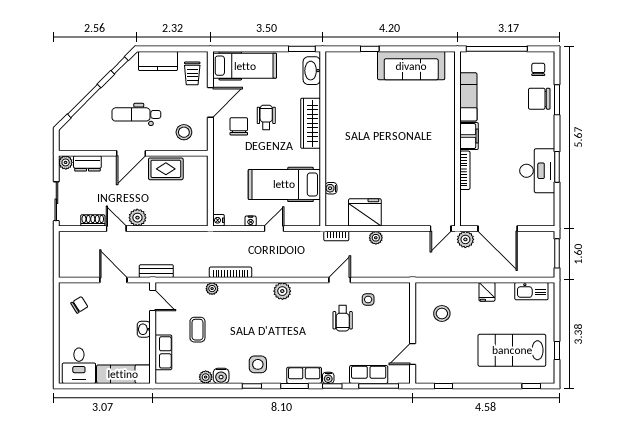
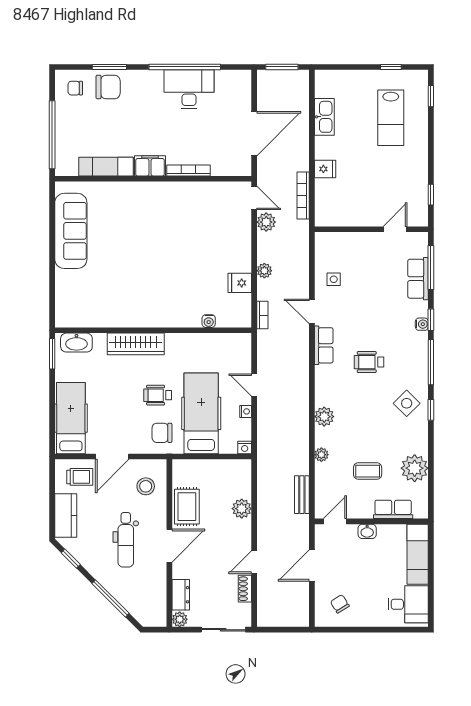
window: (370, 49) -> (52, 277), removed
chair: (539, 99) -> (108, 87), turned -90
door: (210, 102) -> (112, 457), swing flipped
wheelchair: (266, 117) -> (158, 395), moved
chair: (239, 126) -> (162, 433), moved
door: (131, 153) -> (169, 546), hinge flipped
window: (557, 167) -> (185, 67), width x2.11
hospital bed: (284, 184) -> (201, 413), moved, turned 180
fridge: (365, 212) -> (240, 283), width x0.53, depth x0.75
plant: (137, 218) -> (242, 509), moved
plant: (465, 239) -> (266, 222), moved
bench: (156, 271) -> (302, 495), moved
bookcase: (231, 272) -> (303, 195), moved
plant: (282, 291) -> (324, 417), moved
kitchen sink: (531, 291) -> (324, 117), moved
fridge: (487, 292) -> (325, 169), moved
stool: (442, 313) -> (349, 196), removed
wheelchair: (343, 318) -> (369, 362), moved, turned 180
lab bench: (512, 350) -> (391, 118), width x0.73, depth x0.72
door: (413, 354) -> (395, 229), swing flipped
side table: (258, 364) -> (407, 403), turned 45
row of seats: (304, 375) -> (324, 345), moved, turned 180
water cooler: (221, 376) -> (419, 445), removed
plant: (206, 377) -> (415, 468), width x1.88, depth x1.88
window: (294, 386) -> (431, 362), width x1.44

